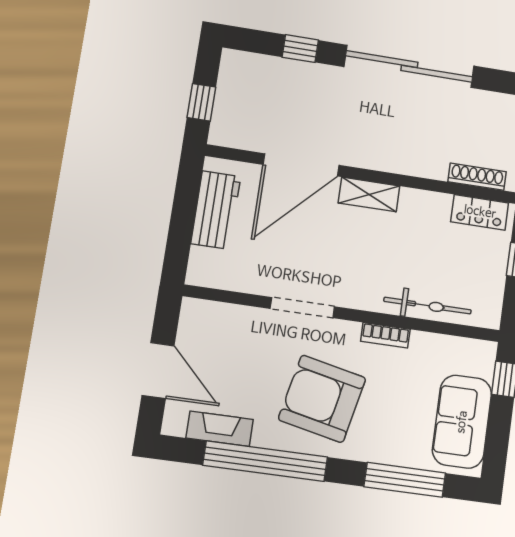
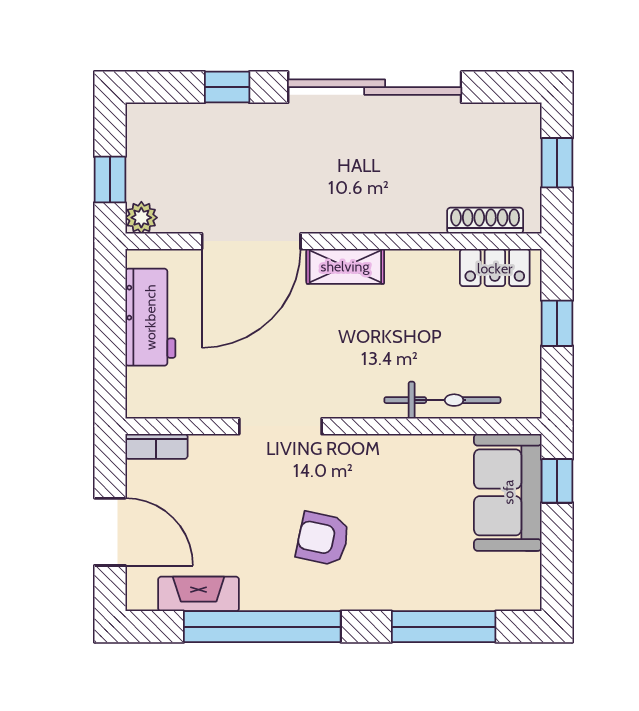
plant: (221, 134) -> (141, 218), added
bookcase: (385, 335) -> (156, 446), moved
armchair: (322, 399) -> (323, 539), width x0.53, depth x0.53
sofa: (462, 422) -> (508, 492), moved

